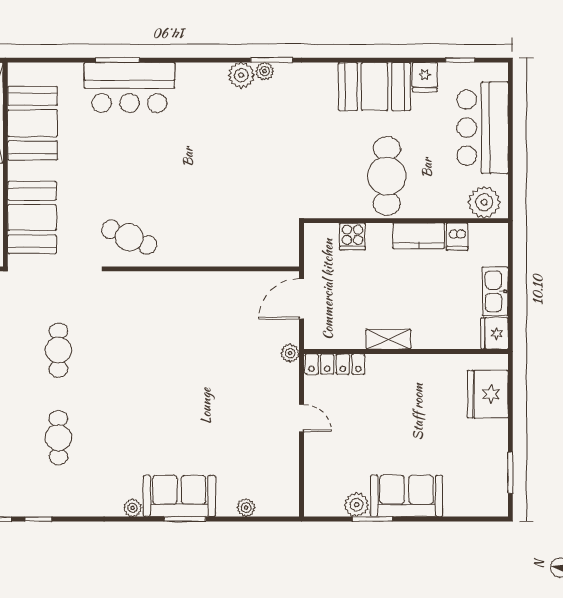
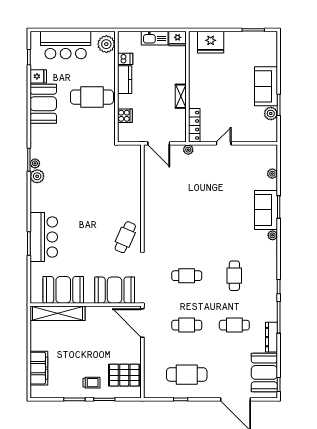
cafe table: (58, 438) -> (234, 276), turned 90

